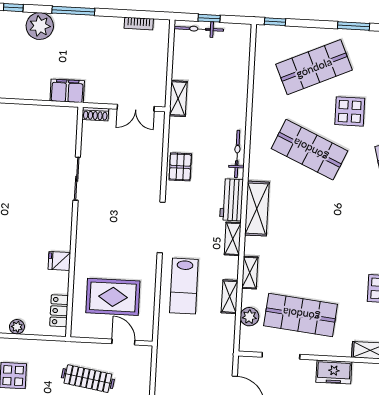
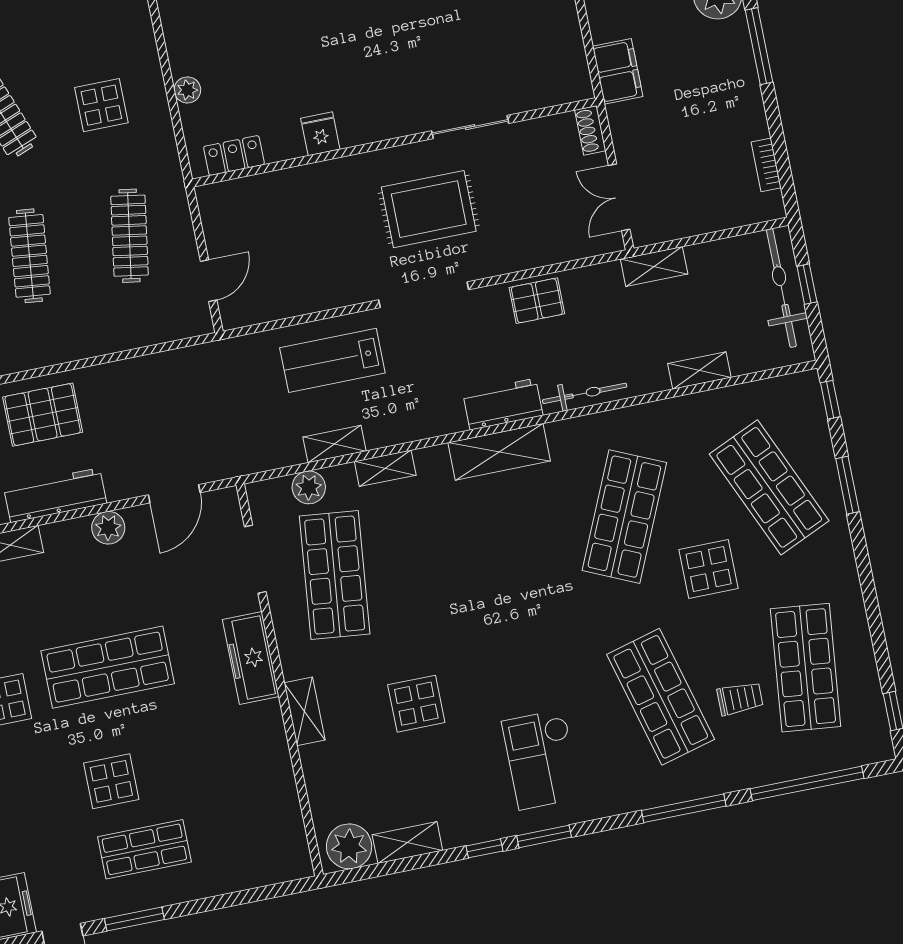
window: (354, 26) -> (847, 485), moved
bicycle: (199, 29) -> (781, 288), width x1.37, depth x1.40
shelving: (233, 239) -> (699, 370), moved
rug: (113, 297) -> (429, 209), moved, turned 90
freezer: (334, 372) -> (251, 658), width x1.40

